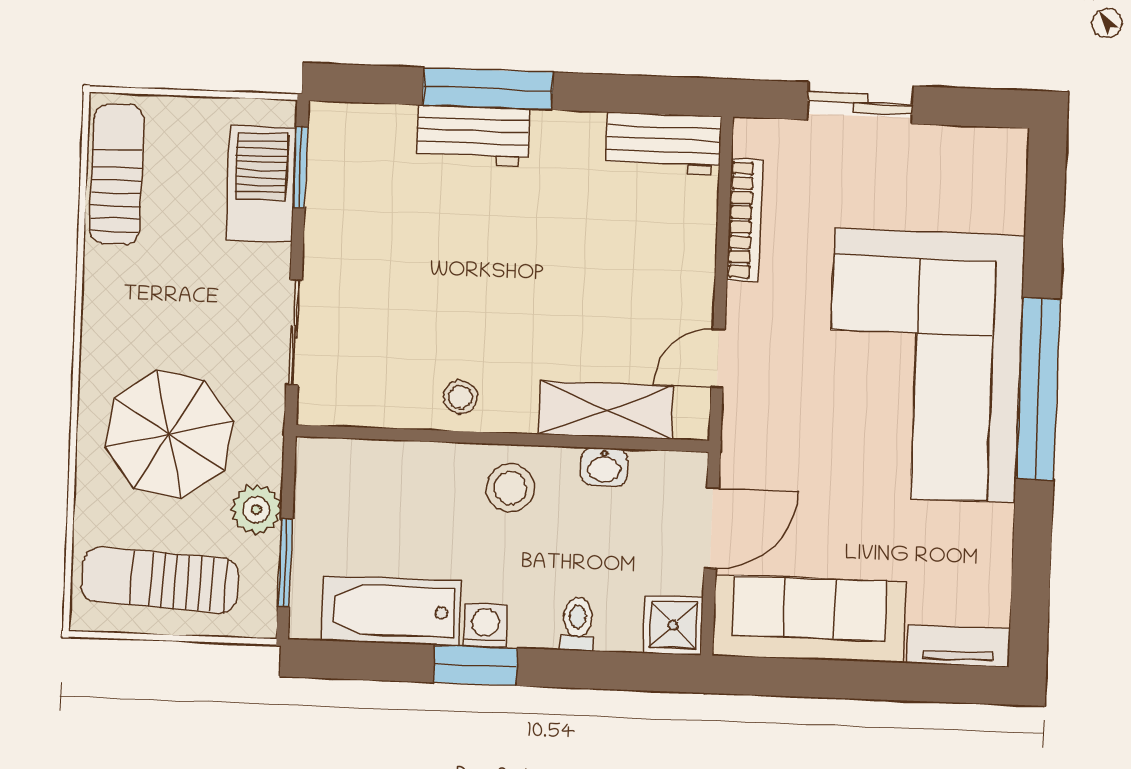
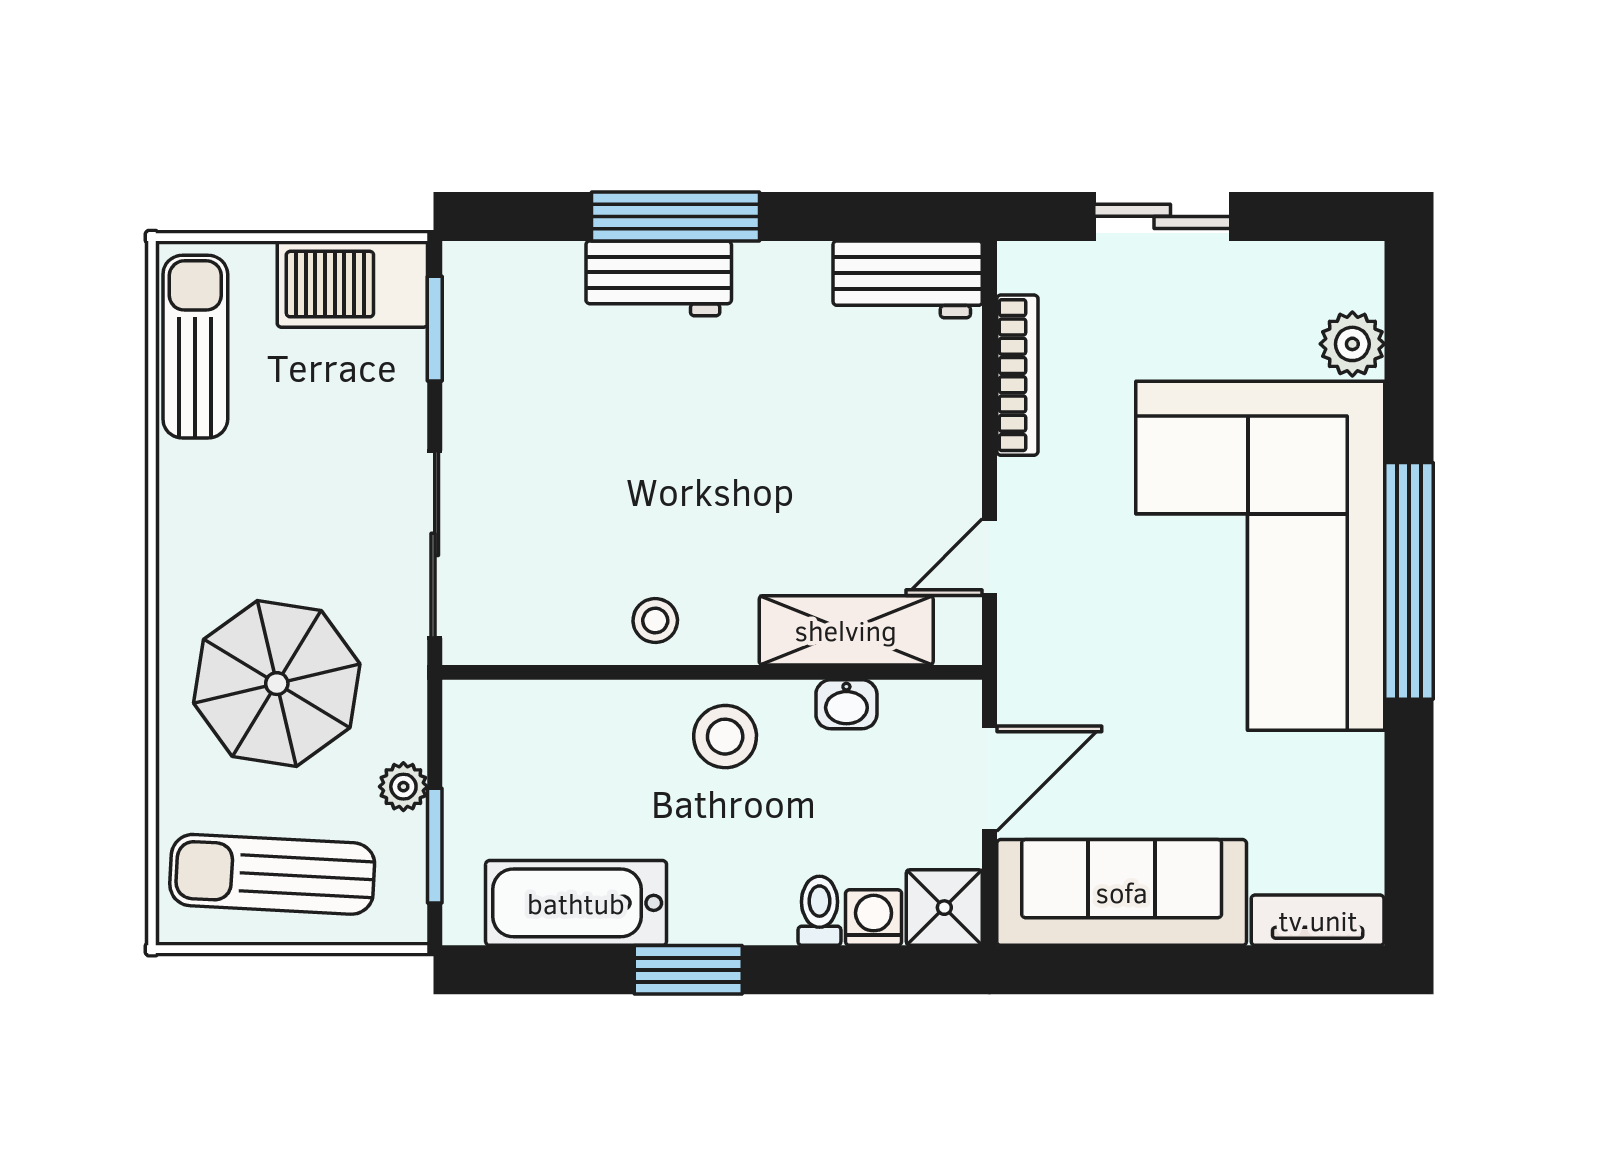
barbecue: (261, 184) -> (352, 284), moved, turned -90
plant: (1002, 206) -> (1352, 344), added
sliding door: (294, 332) -> (435, 544), width x1.37
plant: (256, 510) -> (403, 787), width x0.73, depth x0.73
washing machine: (485, 626) -> (874, 918), moved

